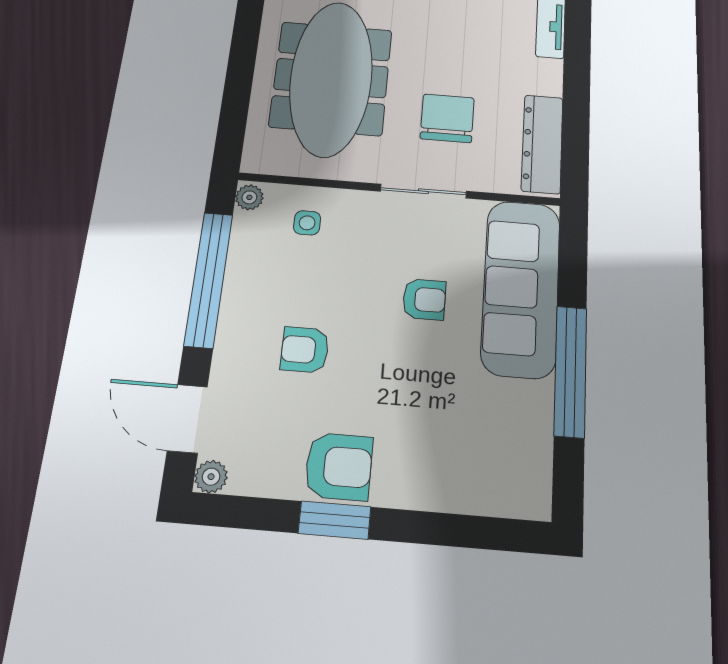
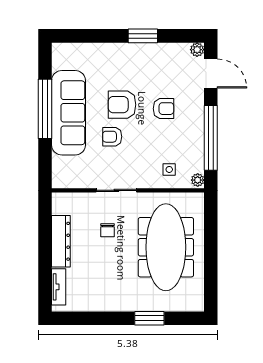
chair: (447, 118) -> (107, 230), width x0.54, depth x0.54
dresser: (542, 144) -> (61, 241), moved
sofa: (521, 288) -> (68, 113), moved
armchair: (339, 466) -> (122, 105), moved

